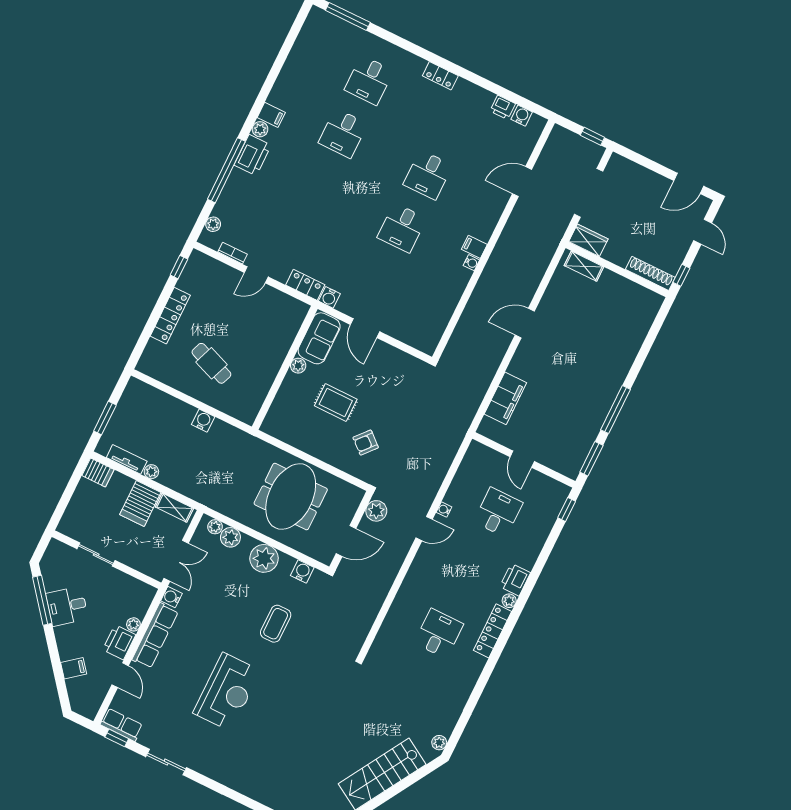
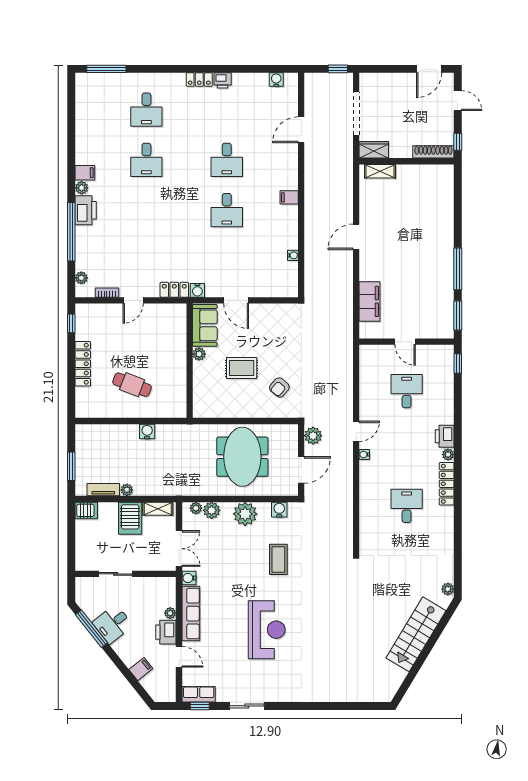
printer: (503, 107) -> (223, 80), moved
water cooler: (471, 263) -> (293, 255), moved
water cooler: (444, 510) -> (364, 455), moved

